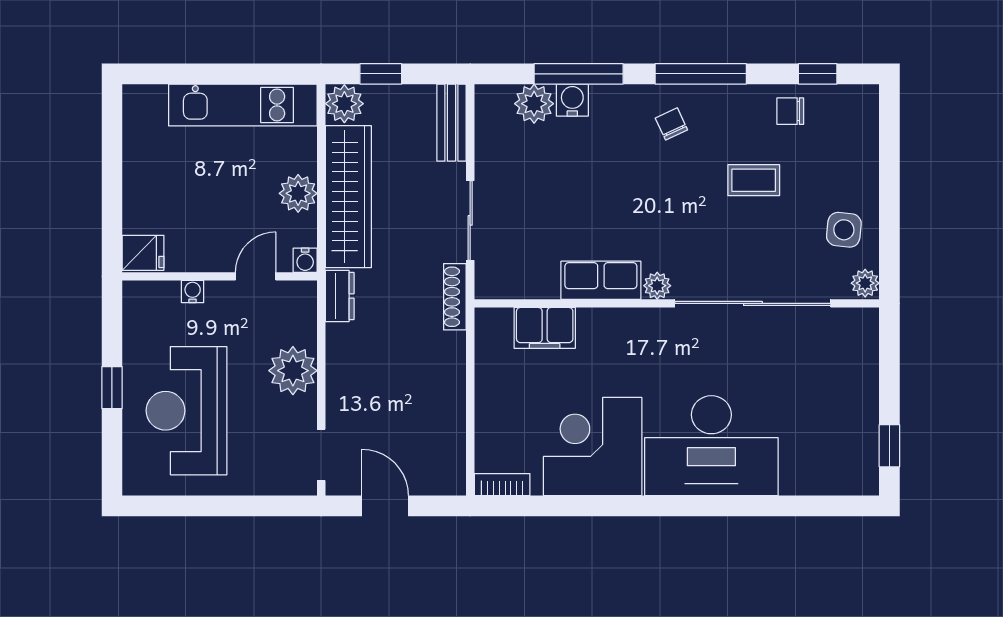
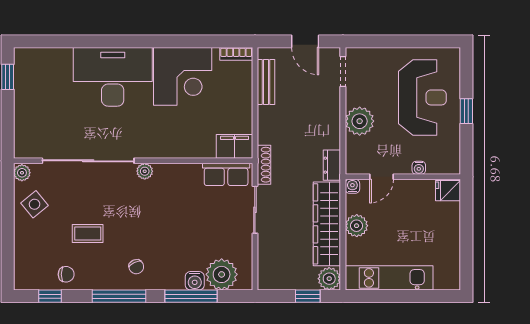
plant: (534, 104) -> (222, 274), width x1.36, depth x1.36
bench: (451, 123) -> (266, 82), moved
side table: (844, 230) -> (35, 204), turned 45
row of seats: (601, 280) -> (226, 174), moved
filing cabinet: (545, 328) -> (235, 146), moved

